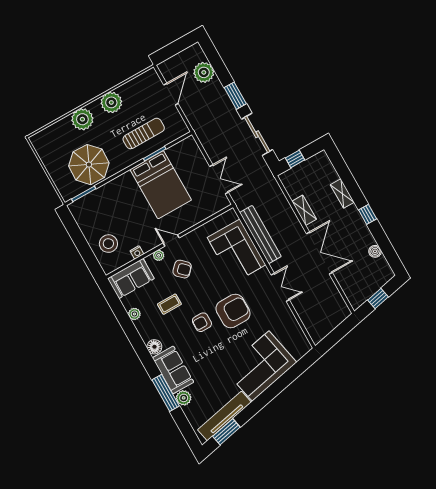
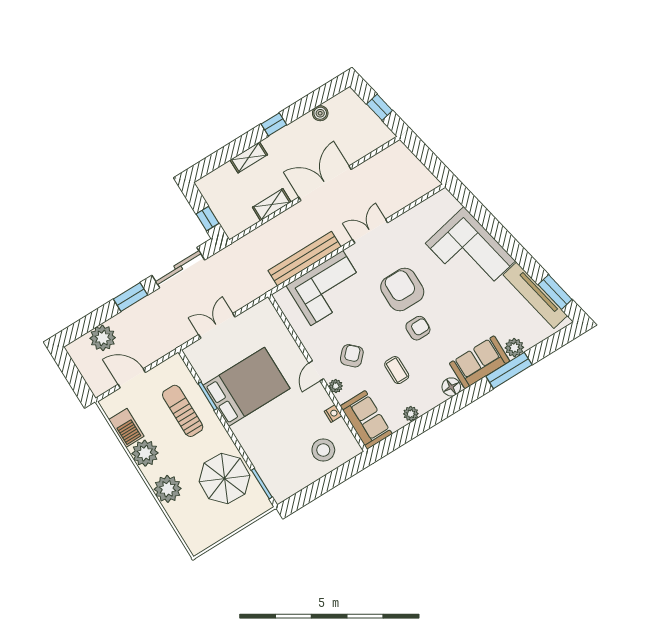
barbecue: (132, 88) -> (126, 428), added
double door: (219, 179) -> (217, 326), moved
armchair: (202, 322) -> (418, 328), turned -90

